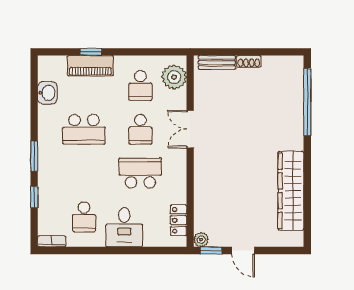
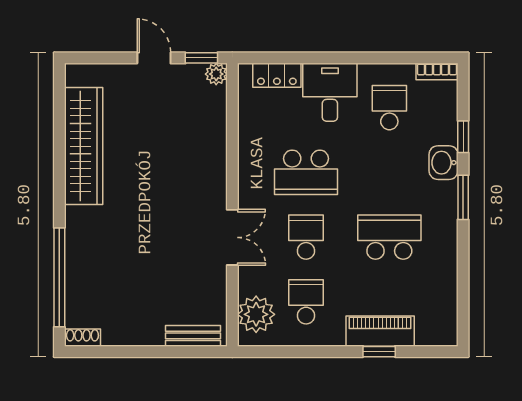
shoe rack: (249, 61) -> (82, 338), moved
washbasin: (47, 93) -> (443, 163), moved
locker: (178, 220) -> (277, 75), moved, turned 90

